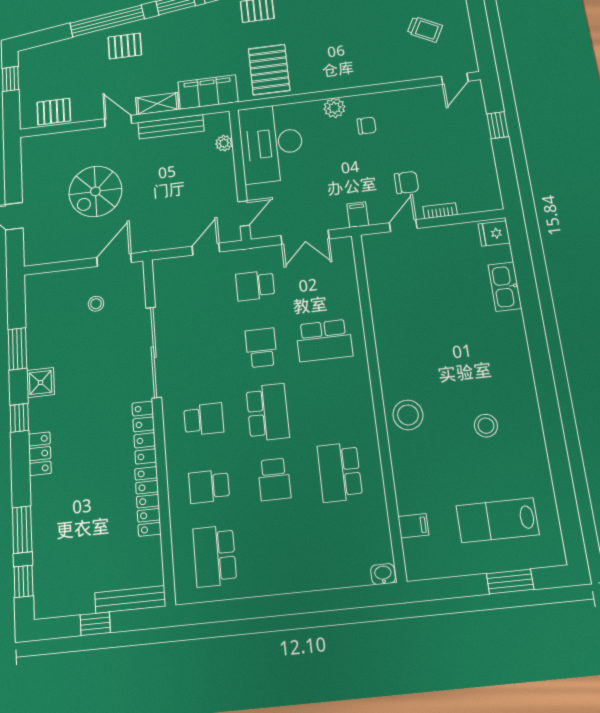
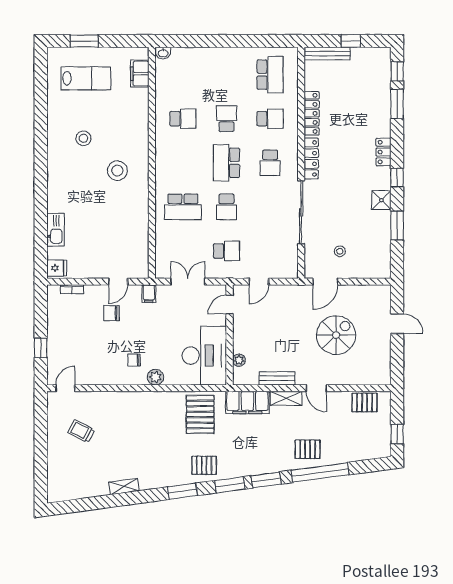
bench: (171, 127) -> (277, 378), width x0.73
bookcase: (440, 211) -> (72, 289), moved
school desk: (324, 340) -> (183, 207), turned 180
stool: (408, 415) -> (117, 171), moved
school desk: (204, 419) -> (270, 163), turned -90
school desk: (340, 472) -> (183, 119), width x0.54
filing cabinet: (413, 526) -> (140, 74), width x2.00

